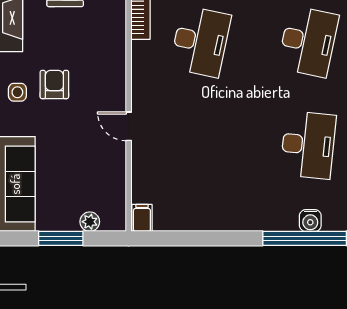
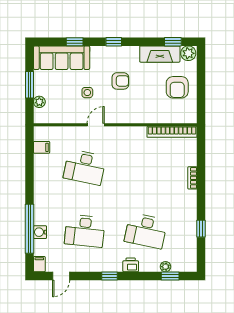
desk: (200, 41) -> (85, 167), moved
side table: (17, 92) -> (87, 93), moved
filing cabinet: (142, 218) -> (42, 147), moved

